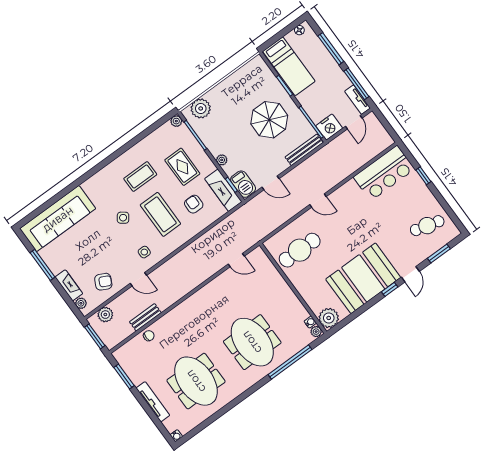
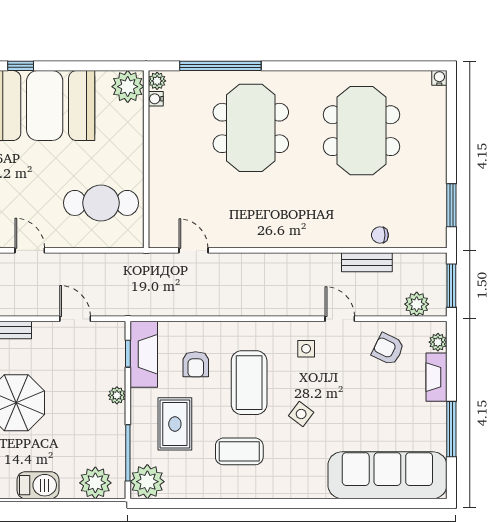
plant: (176, 121) -> (147, 482), width x1.88, depth x1.88
barbecue: (243, 184) -> (38, 485), moved, turned 90
tv unit: (153, 402) -> (438, 145), removed

